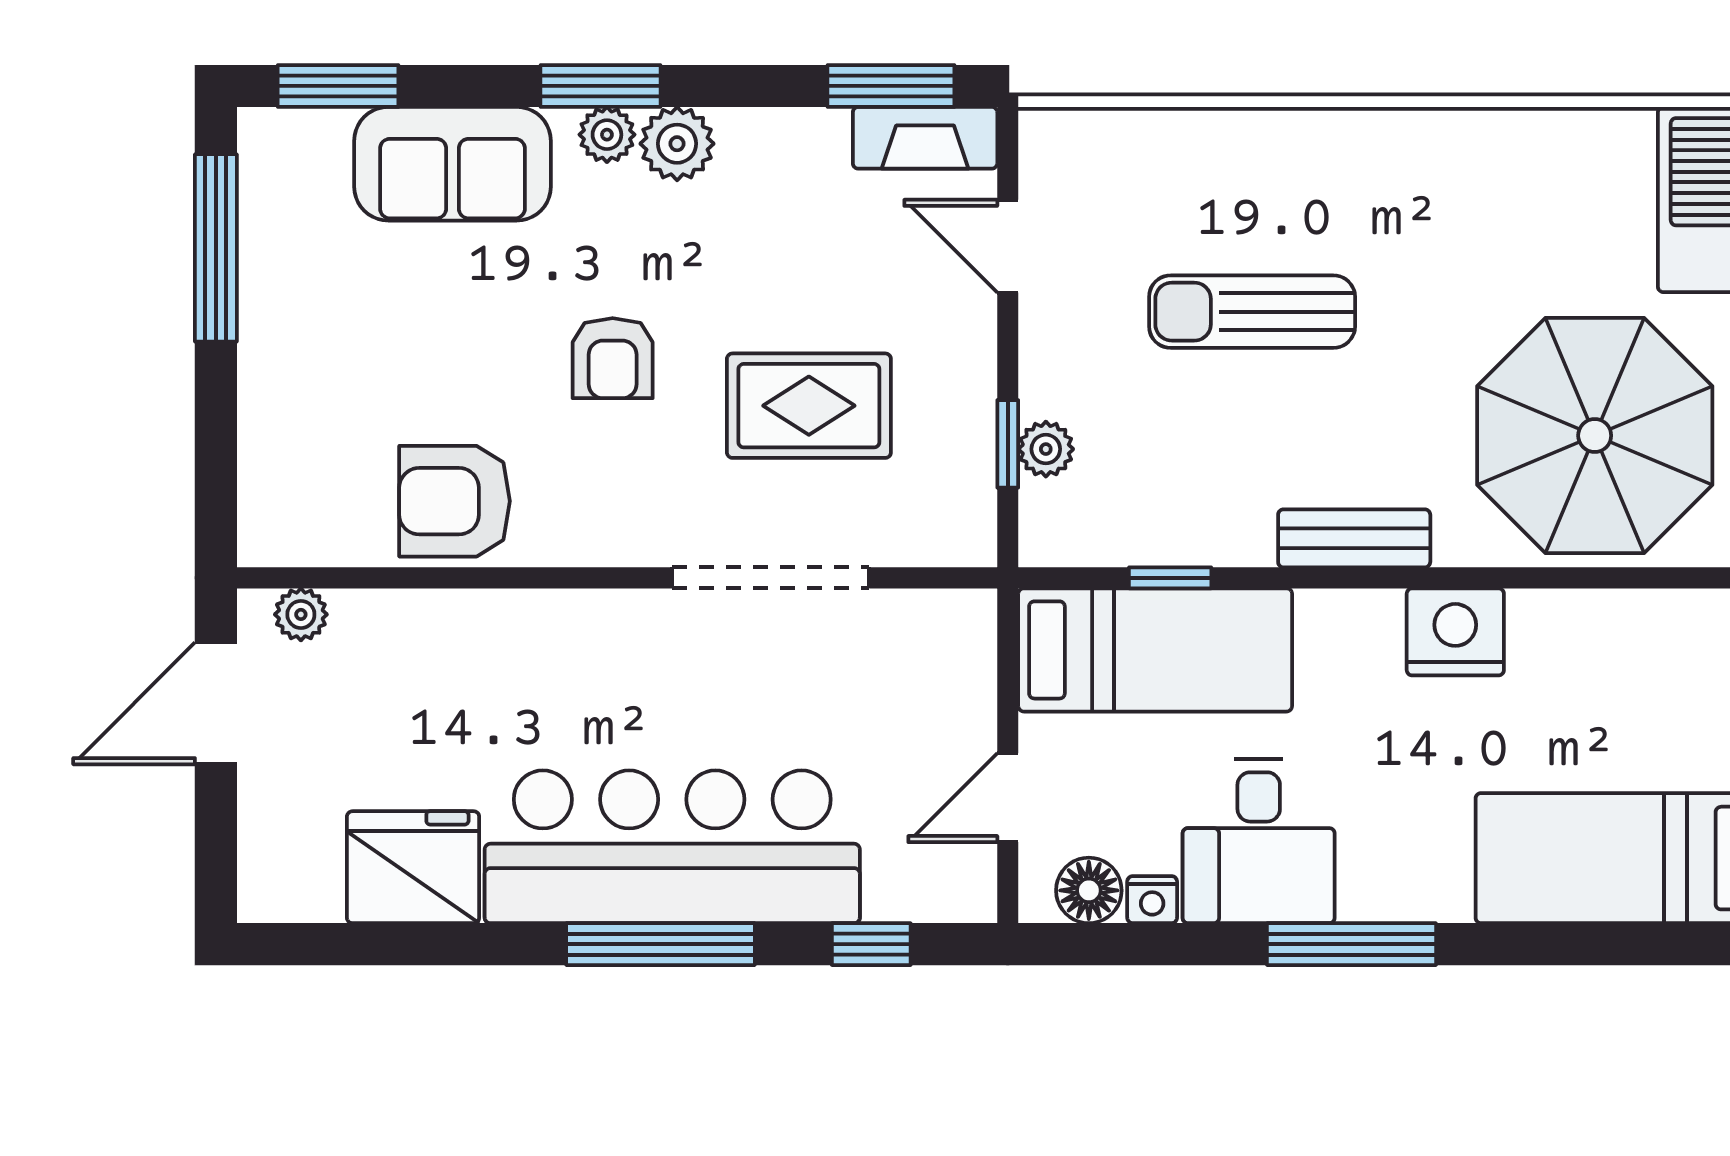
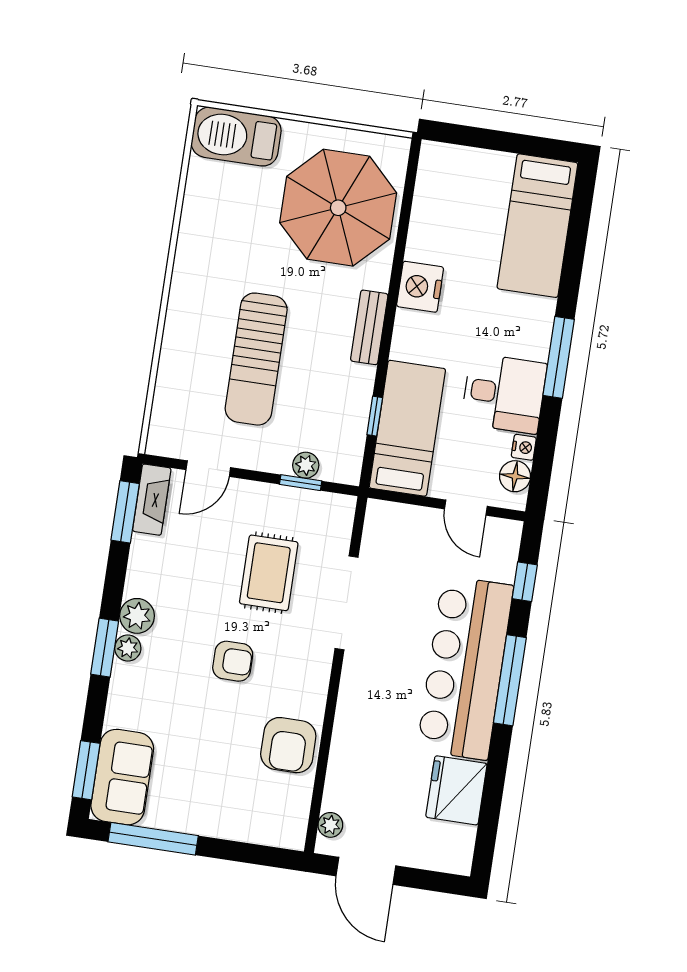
sofa: (452, 164) -> (122, 777), moved
sun lounger: (1252, 312) -> (256, 359), width x1.36, depth x1.34

